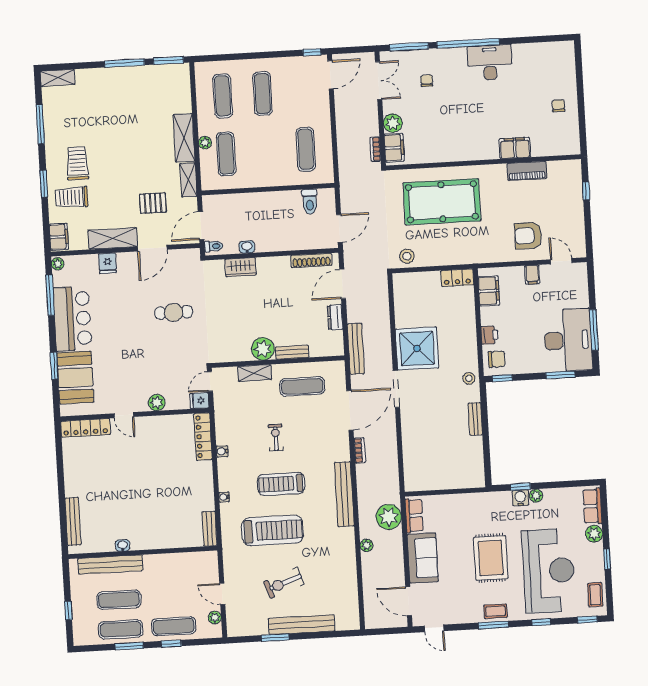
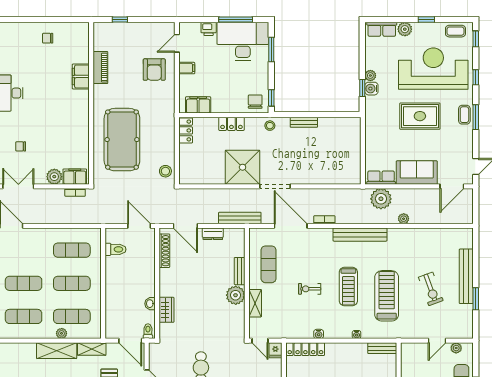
exercise mat: (266, 152) -> (72, 283), added
locker: (468, 332) -> (231, 124), added
printer: (490, 335) -> (209, 29), moved, turned 180

